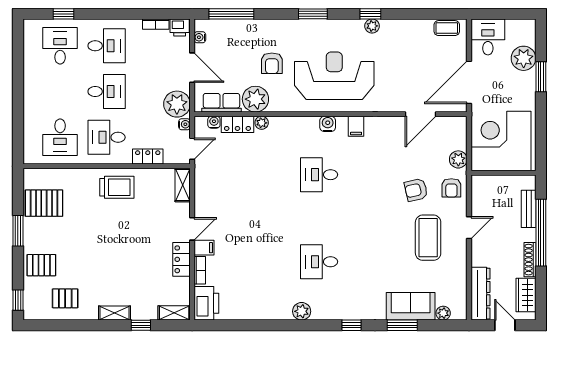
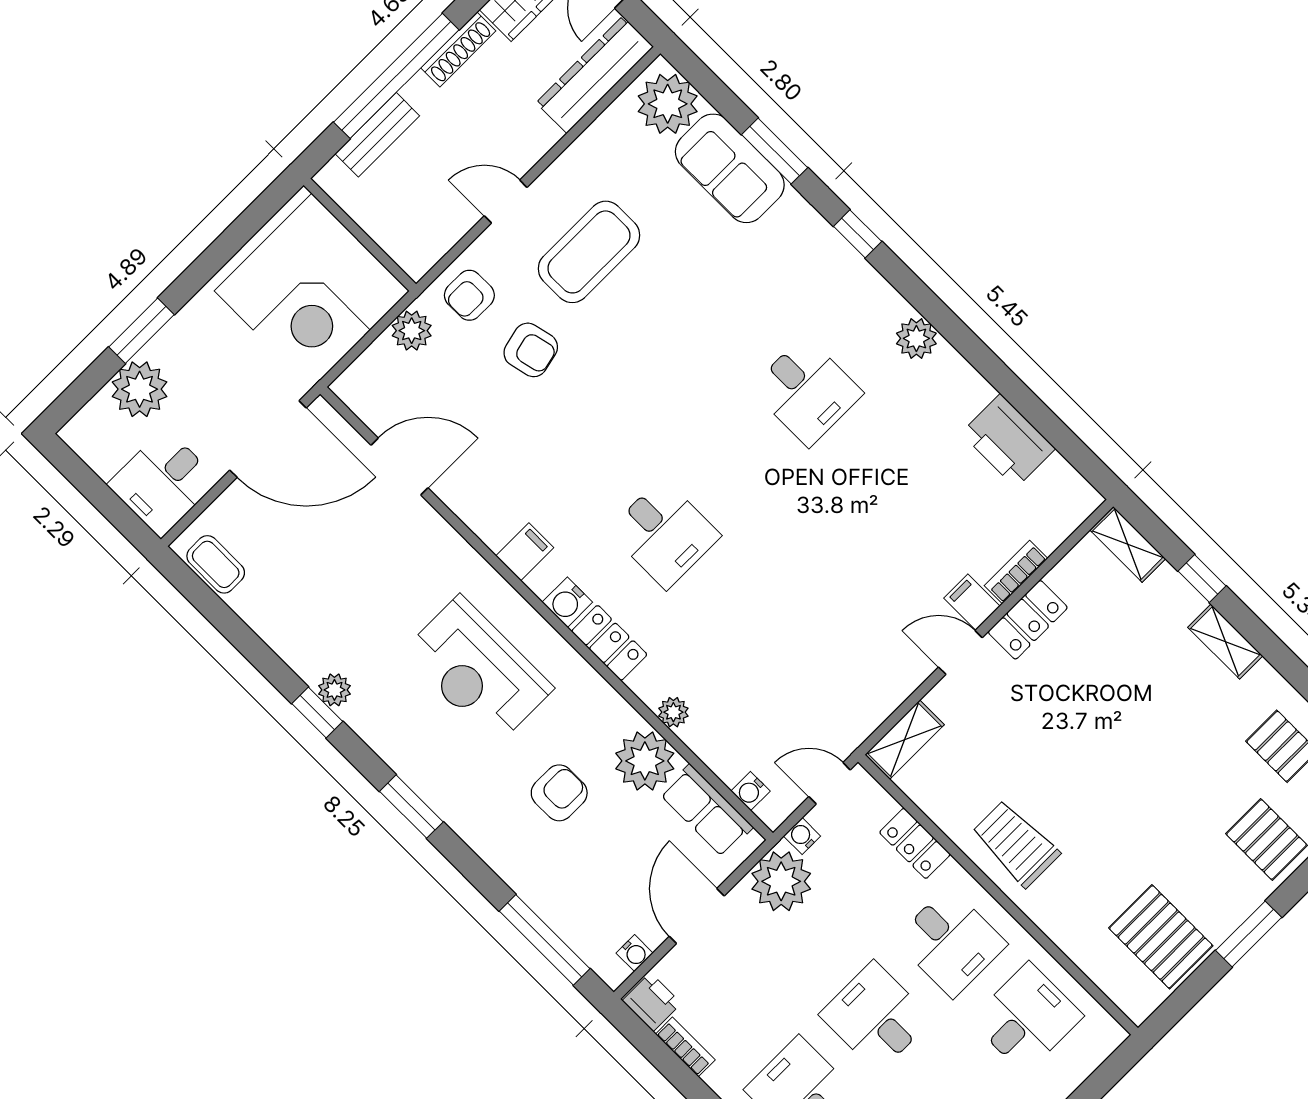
reception desk: (334, 76) -> (478, 670), width x0.74, depth x0.77
locker: (237, 124) -> (609, 643), moved
armchair: (451, 188) -> (469, 295), turned 180
printer: (206, 303) -> (1008, 441), moved, turned -90
plant: (443, 313) -> (668, 104), width x1.87, depth x1.87

